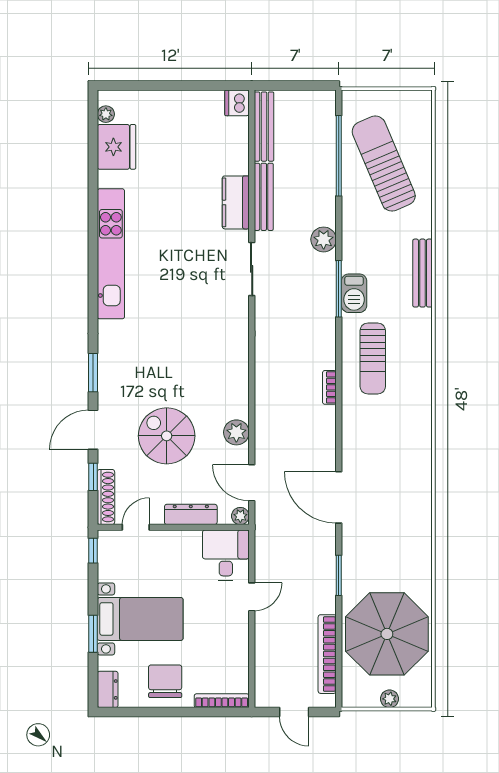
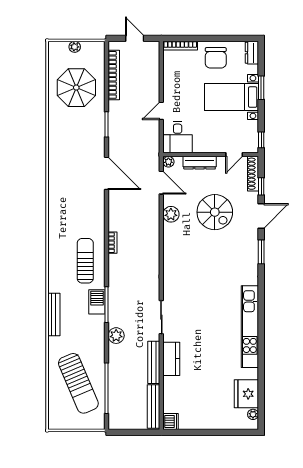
parasol: (387, 634) -> (76, 88), width x0.73, depth x0.73

